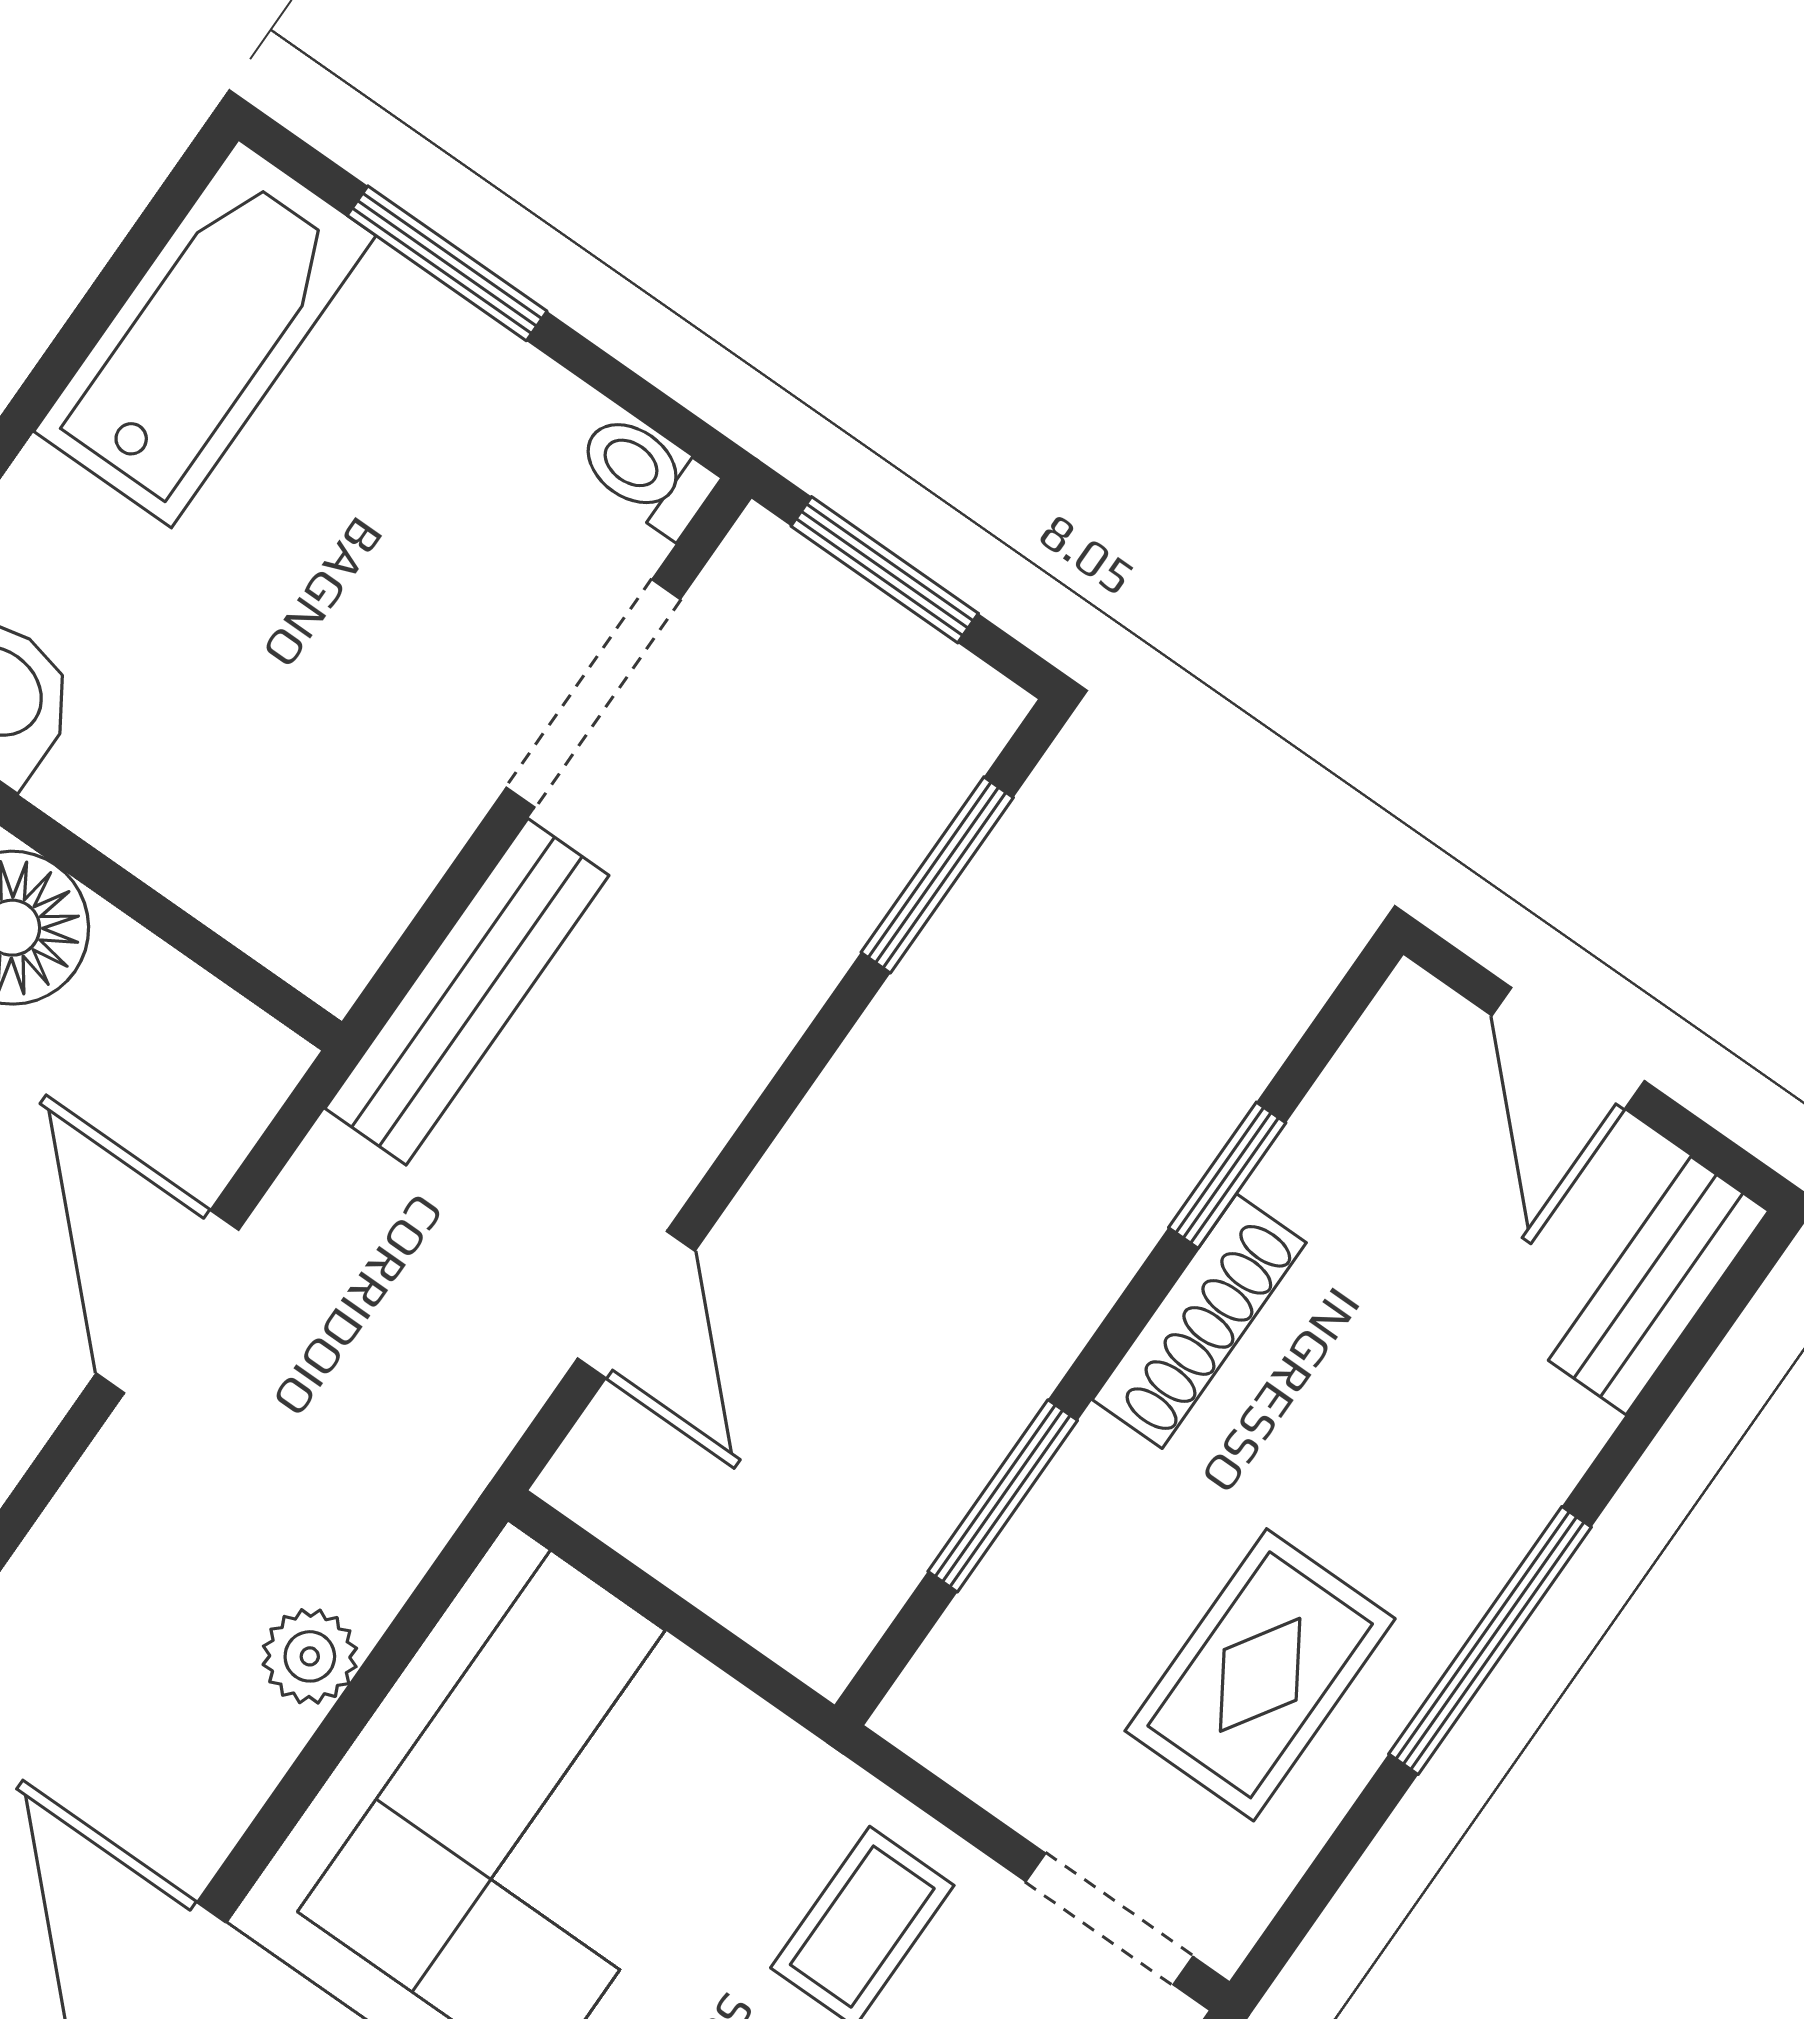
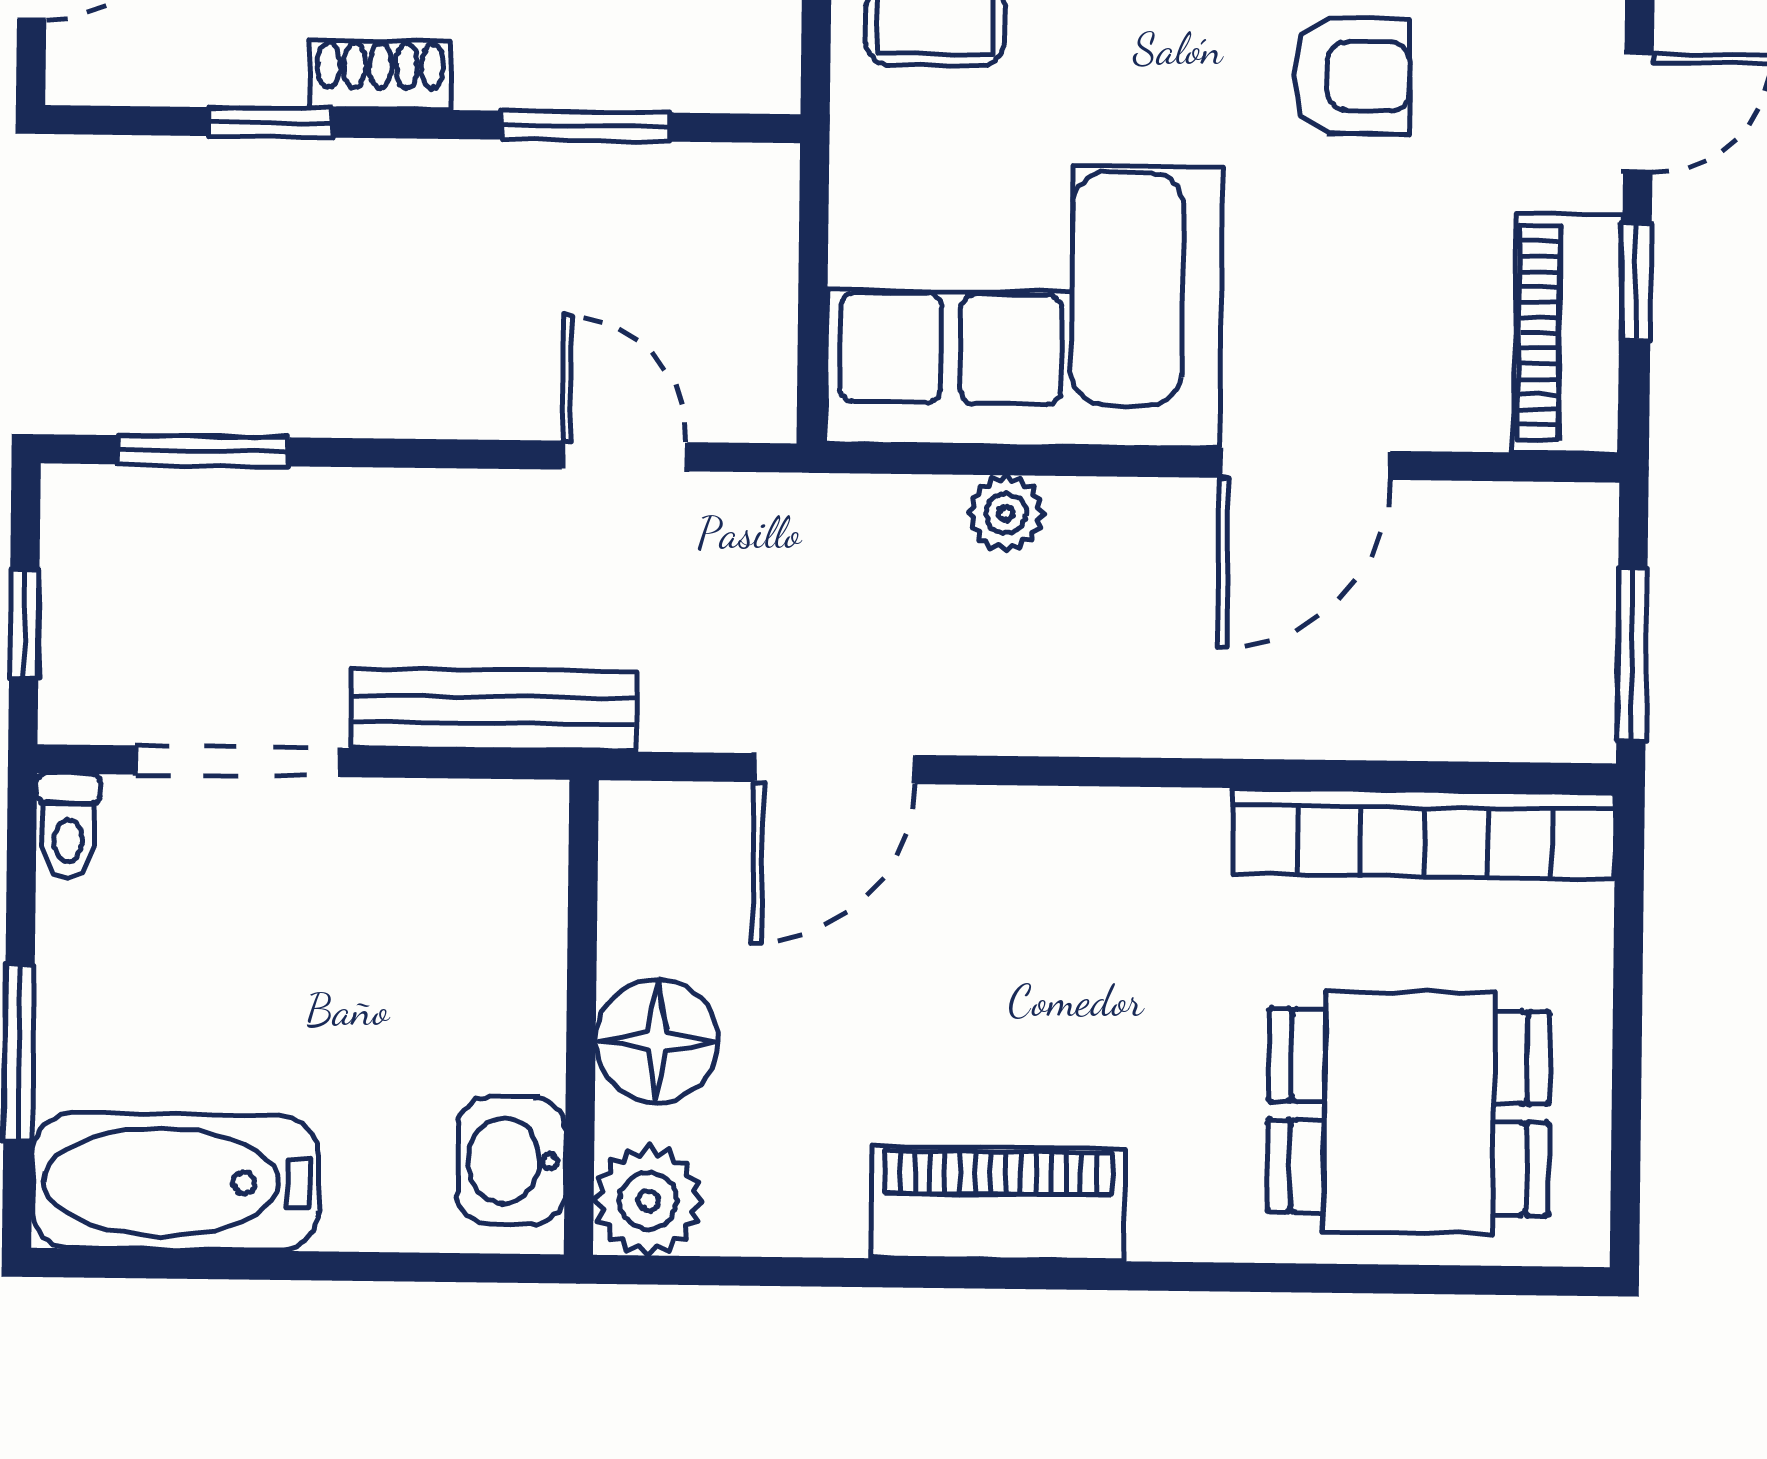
window: (885, 570) -> (24, 624), width x0.67
door: (636, 1305) -> (625, 456), hinge flipped
shoe rack: (1199, 1321) -> (380, 75), width x0.70

